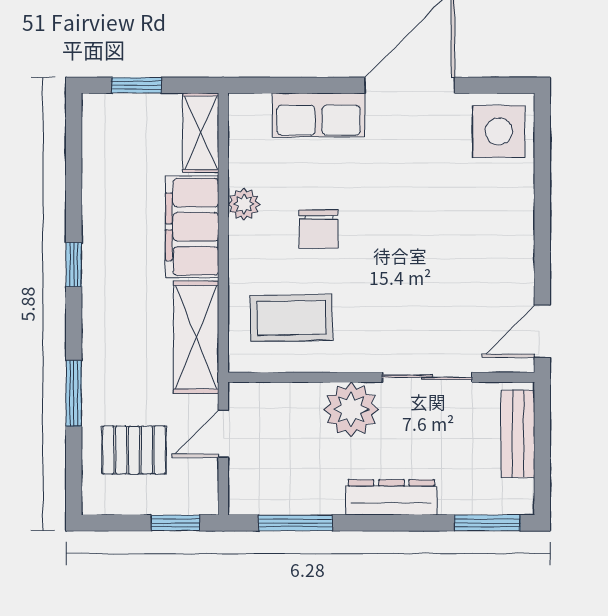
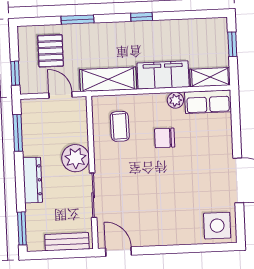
row of seats: (319, 115) -> (208, 102), moved, turned -90
coffee table: (291, 318) -> (120, 126), width x0.73, depth x0.77

